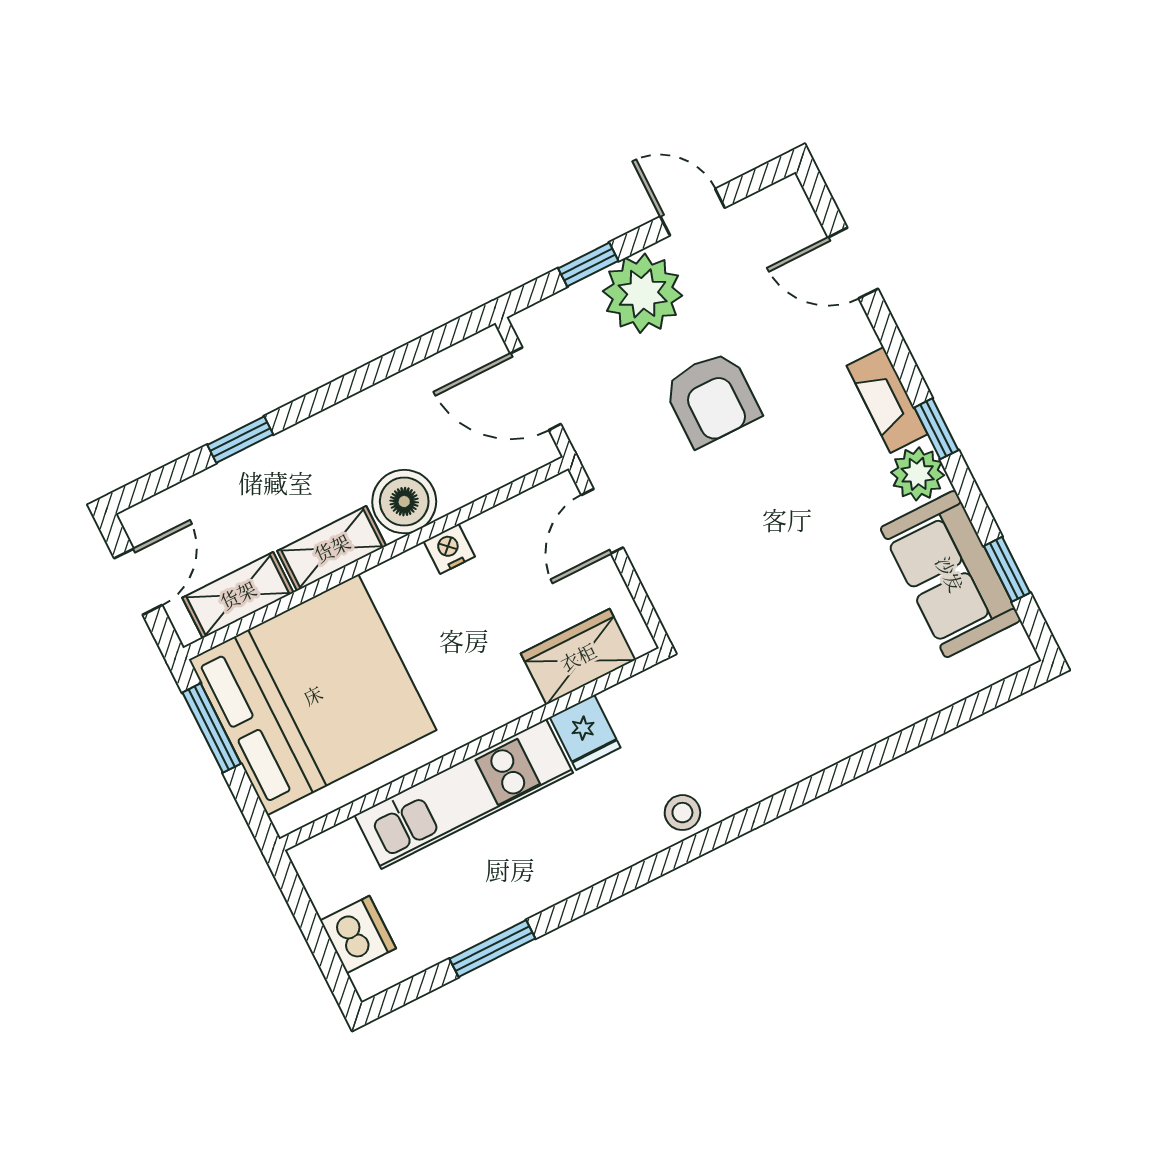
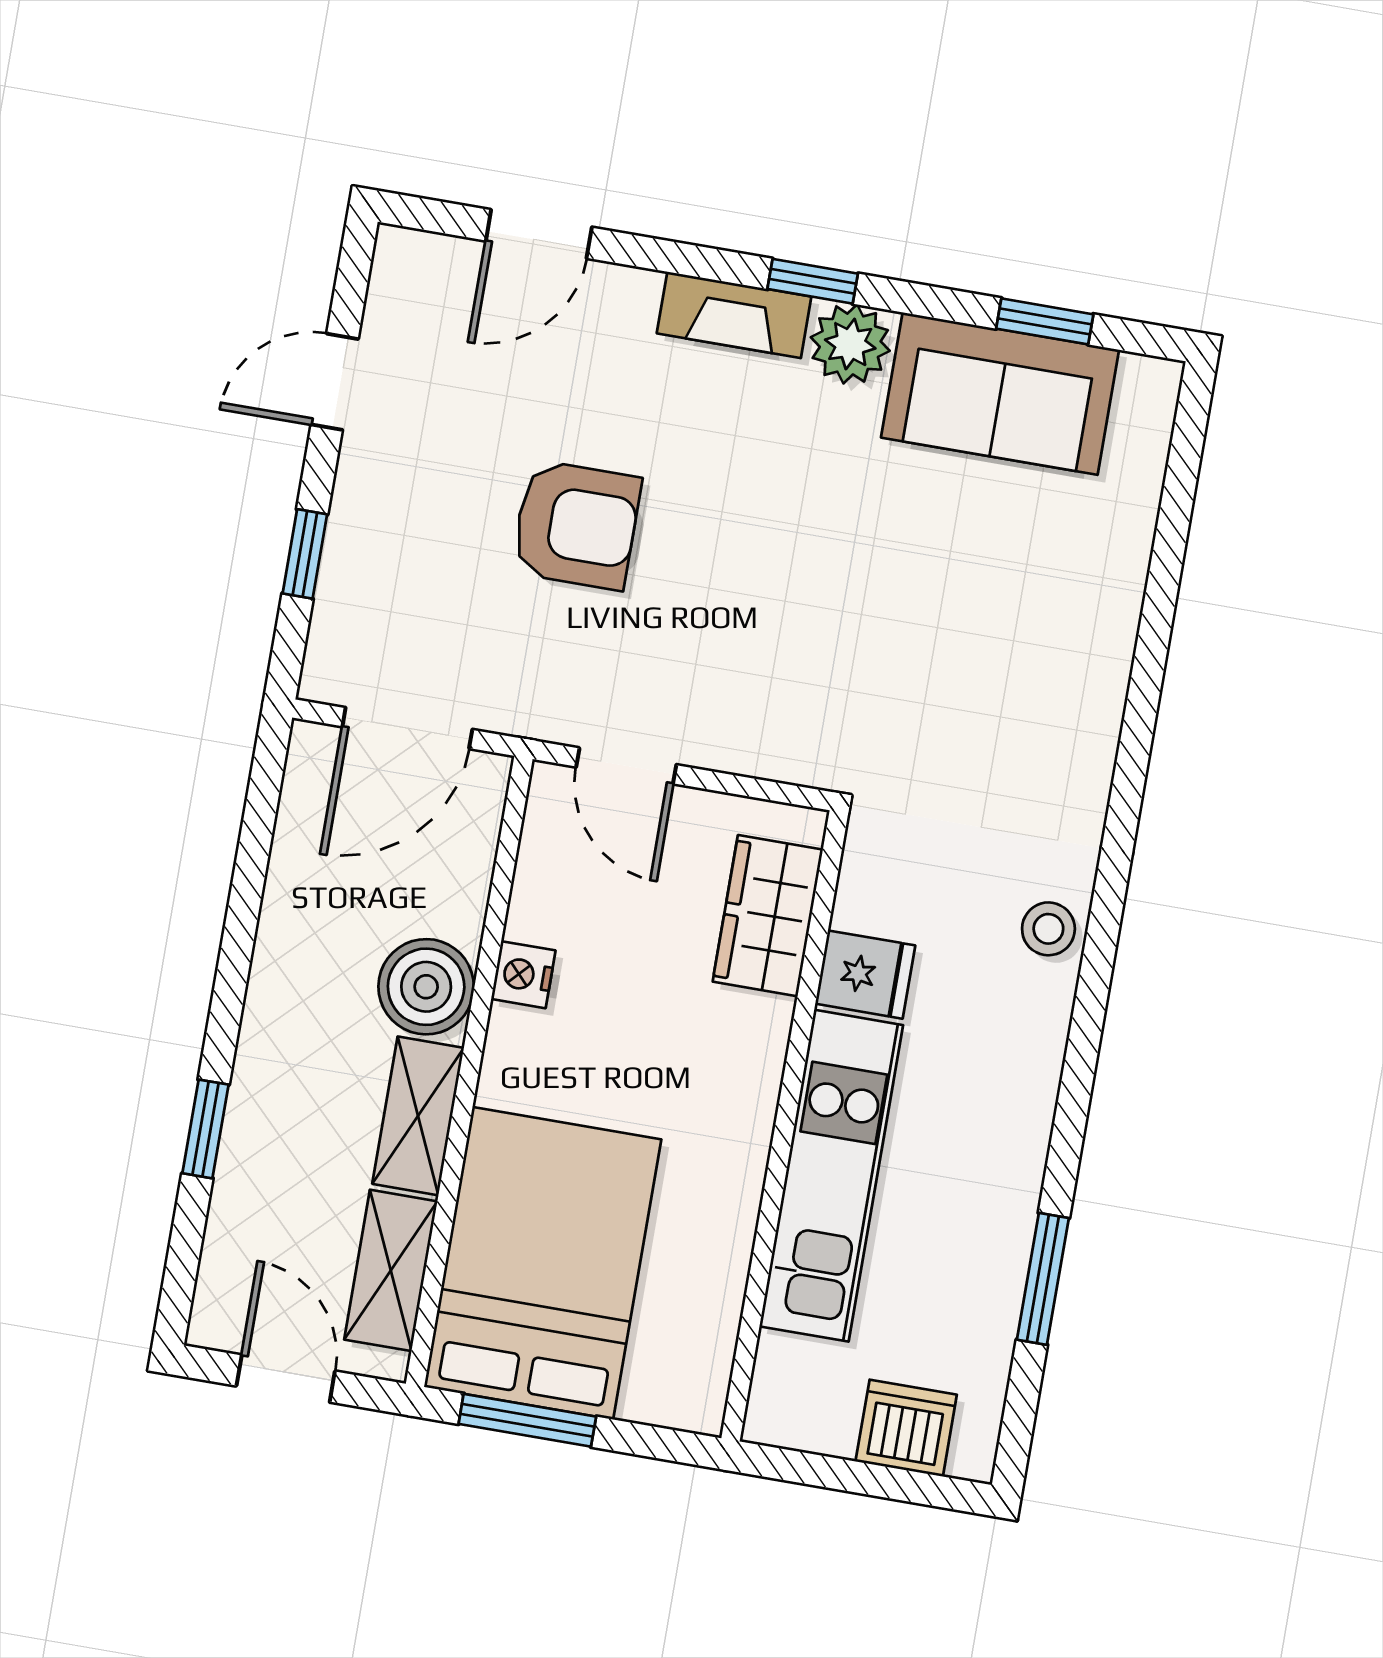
plant: (643, 293) -> (388, 514), removed
bed: (313, 695) -> (543, 1263), width x0.73

